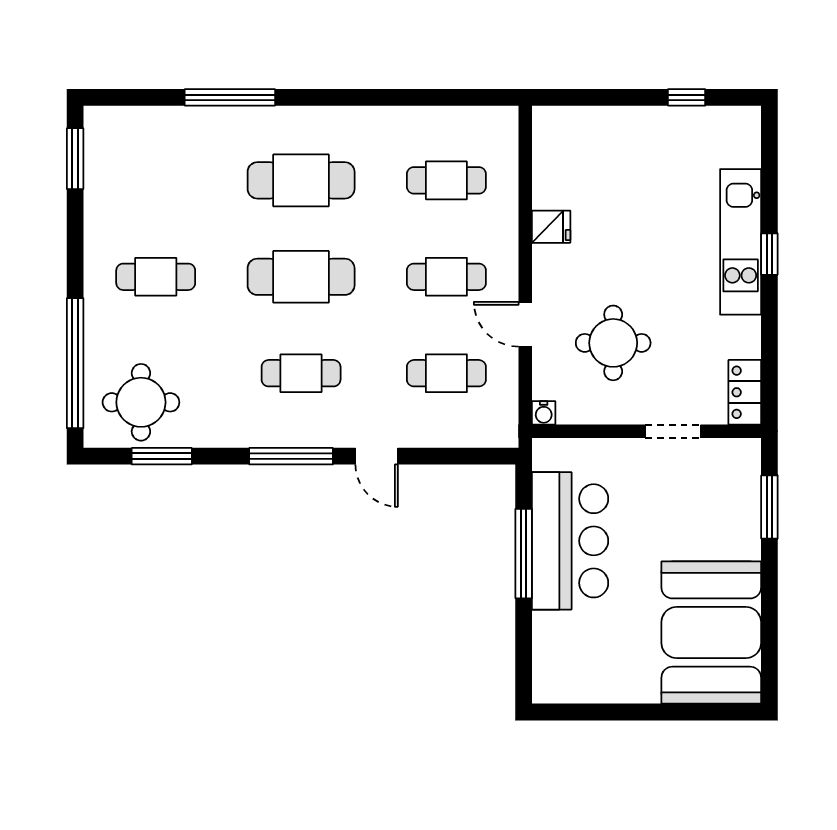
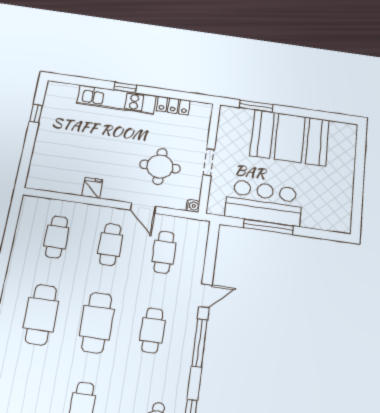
door: (525, 324) -> (143, 208), hinge flipped
locker: (745, 392) -> (173, 106), moved
doorway: (673, 431) -> (209, 162), moved
booth: (711, 633) -> (290, 138), moved

